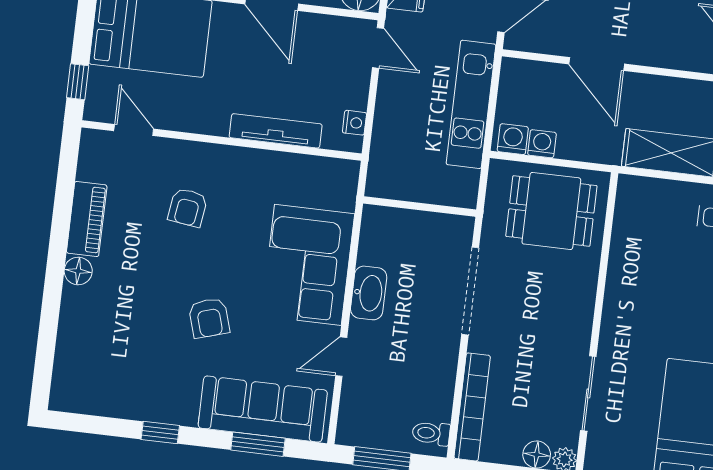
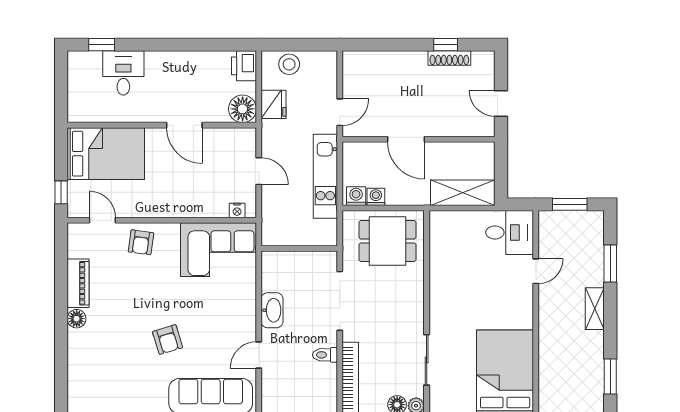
door: (378, 48) -> (259, 171), moved
nightstand: (354, 123) -> (237, 210), moved, turned 90
tv unit: (276, 131) -> (197, 209), removed
armchair: (188, 208) -> (141, 242), moved
corner sofa: (308, 265) -> (218, 250), moved, turned -90
toilet: (431, 433) -> (325, 355), moved

